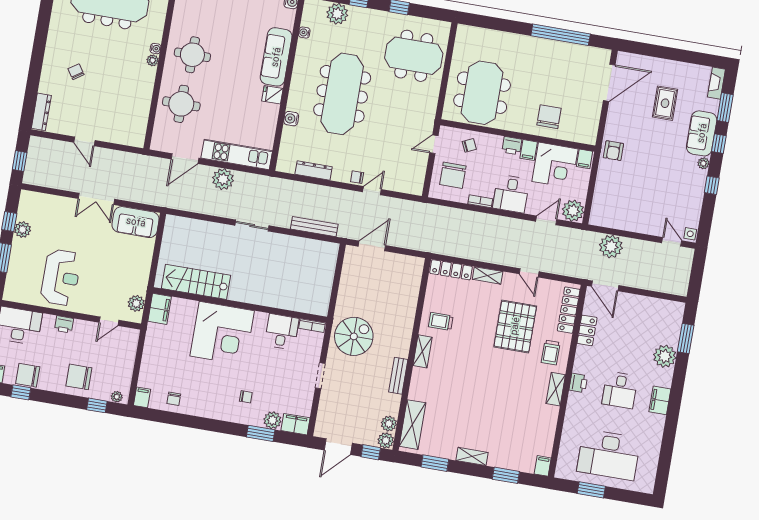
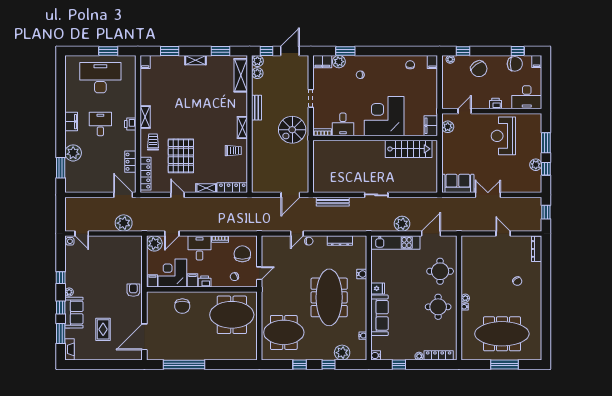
meeting table: (482, 93) -> (232, 315), turned 90
chair: (79, 377) -> (479, 69), turned 54

